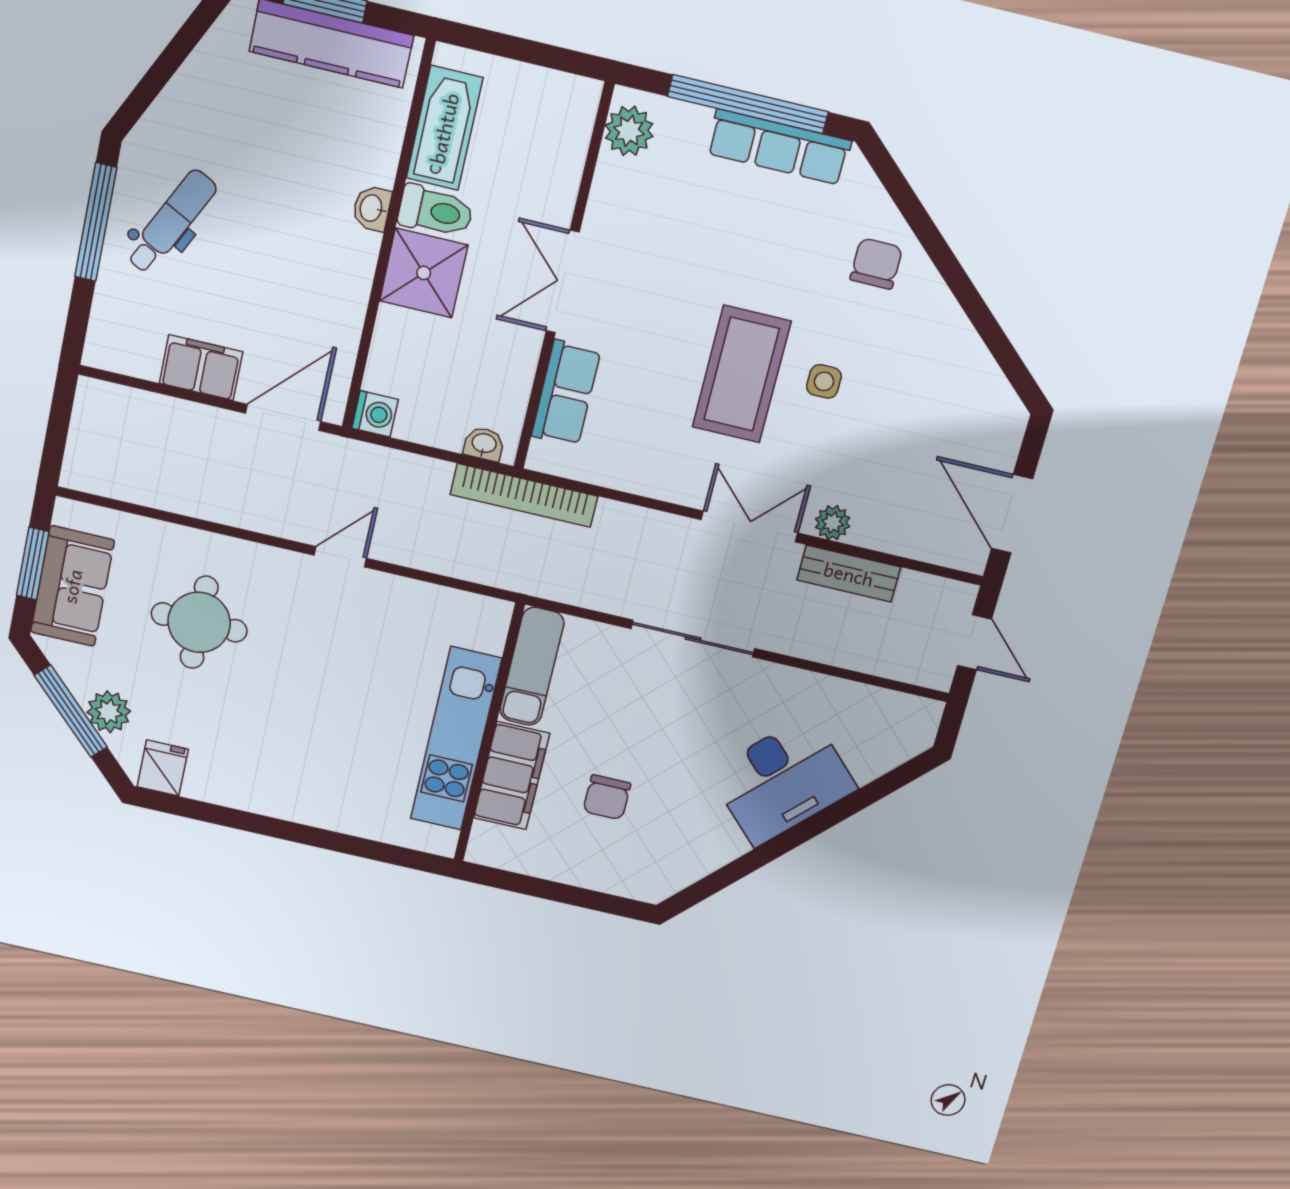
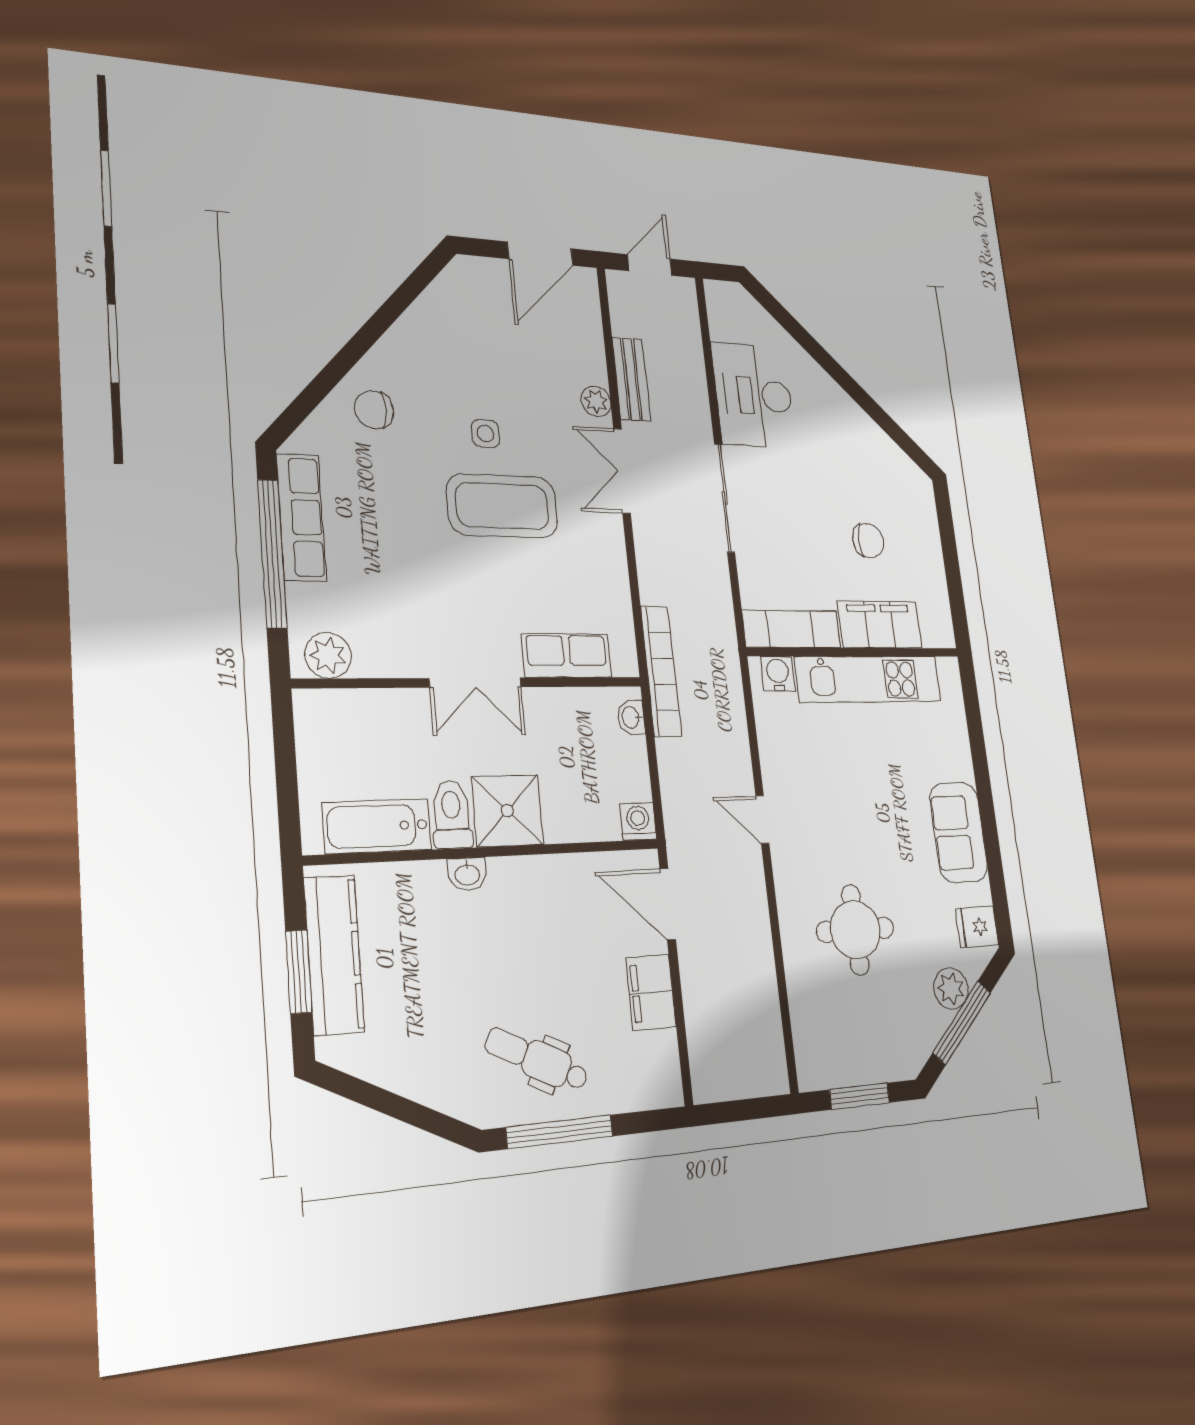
sofa: (72, 586) -> (959, 832), moved, turned -90
water cooler: (488, 632) -> (778, 674), added
desk: (783, 781) -> (754, 395), moved, turned -135

